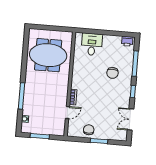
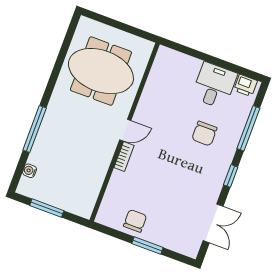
desk: (92, 44) -> (214, 85), moved
door: (68, 113) -> (125, 130), moved
double door: (131, 119) -> (213, 223), swing flipped

